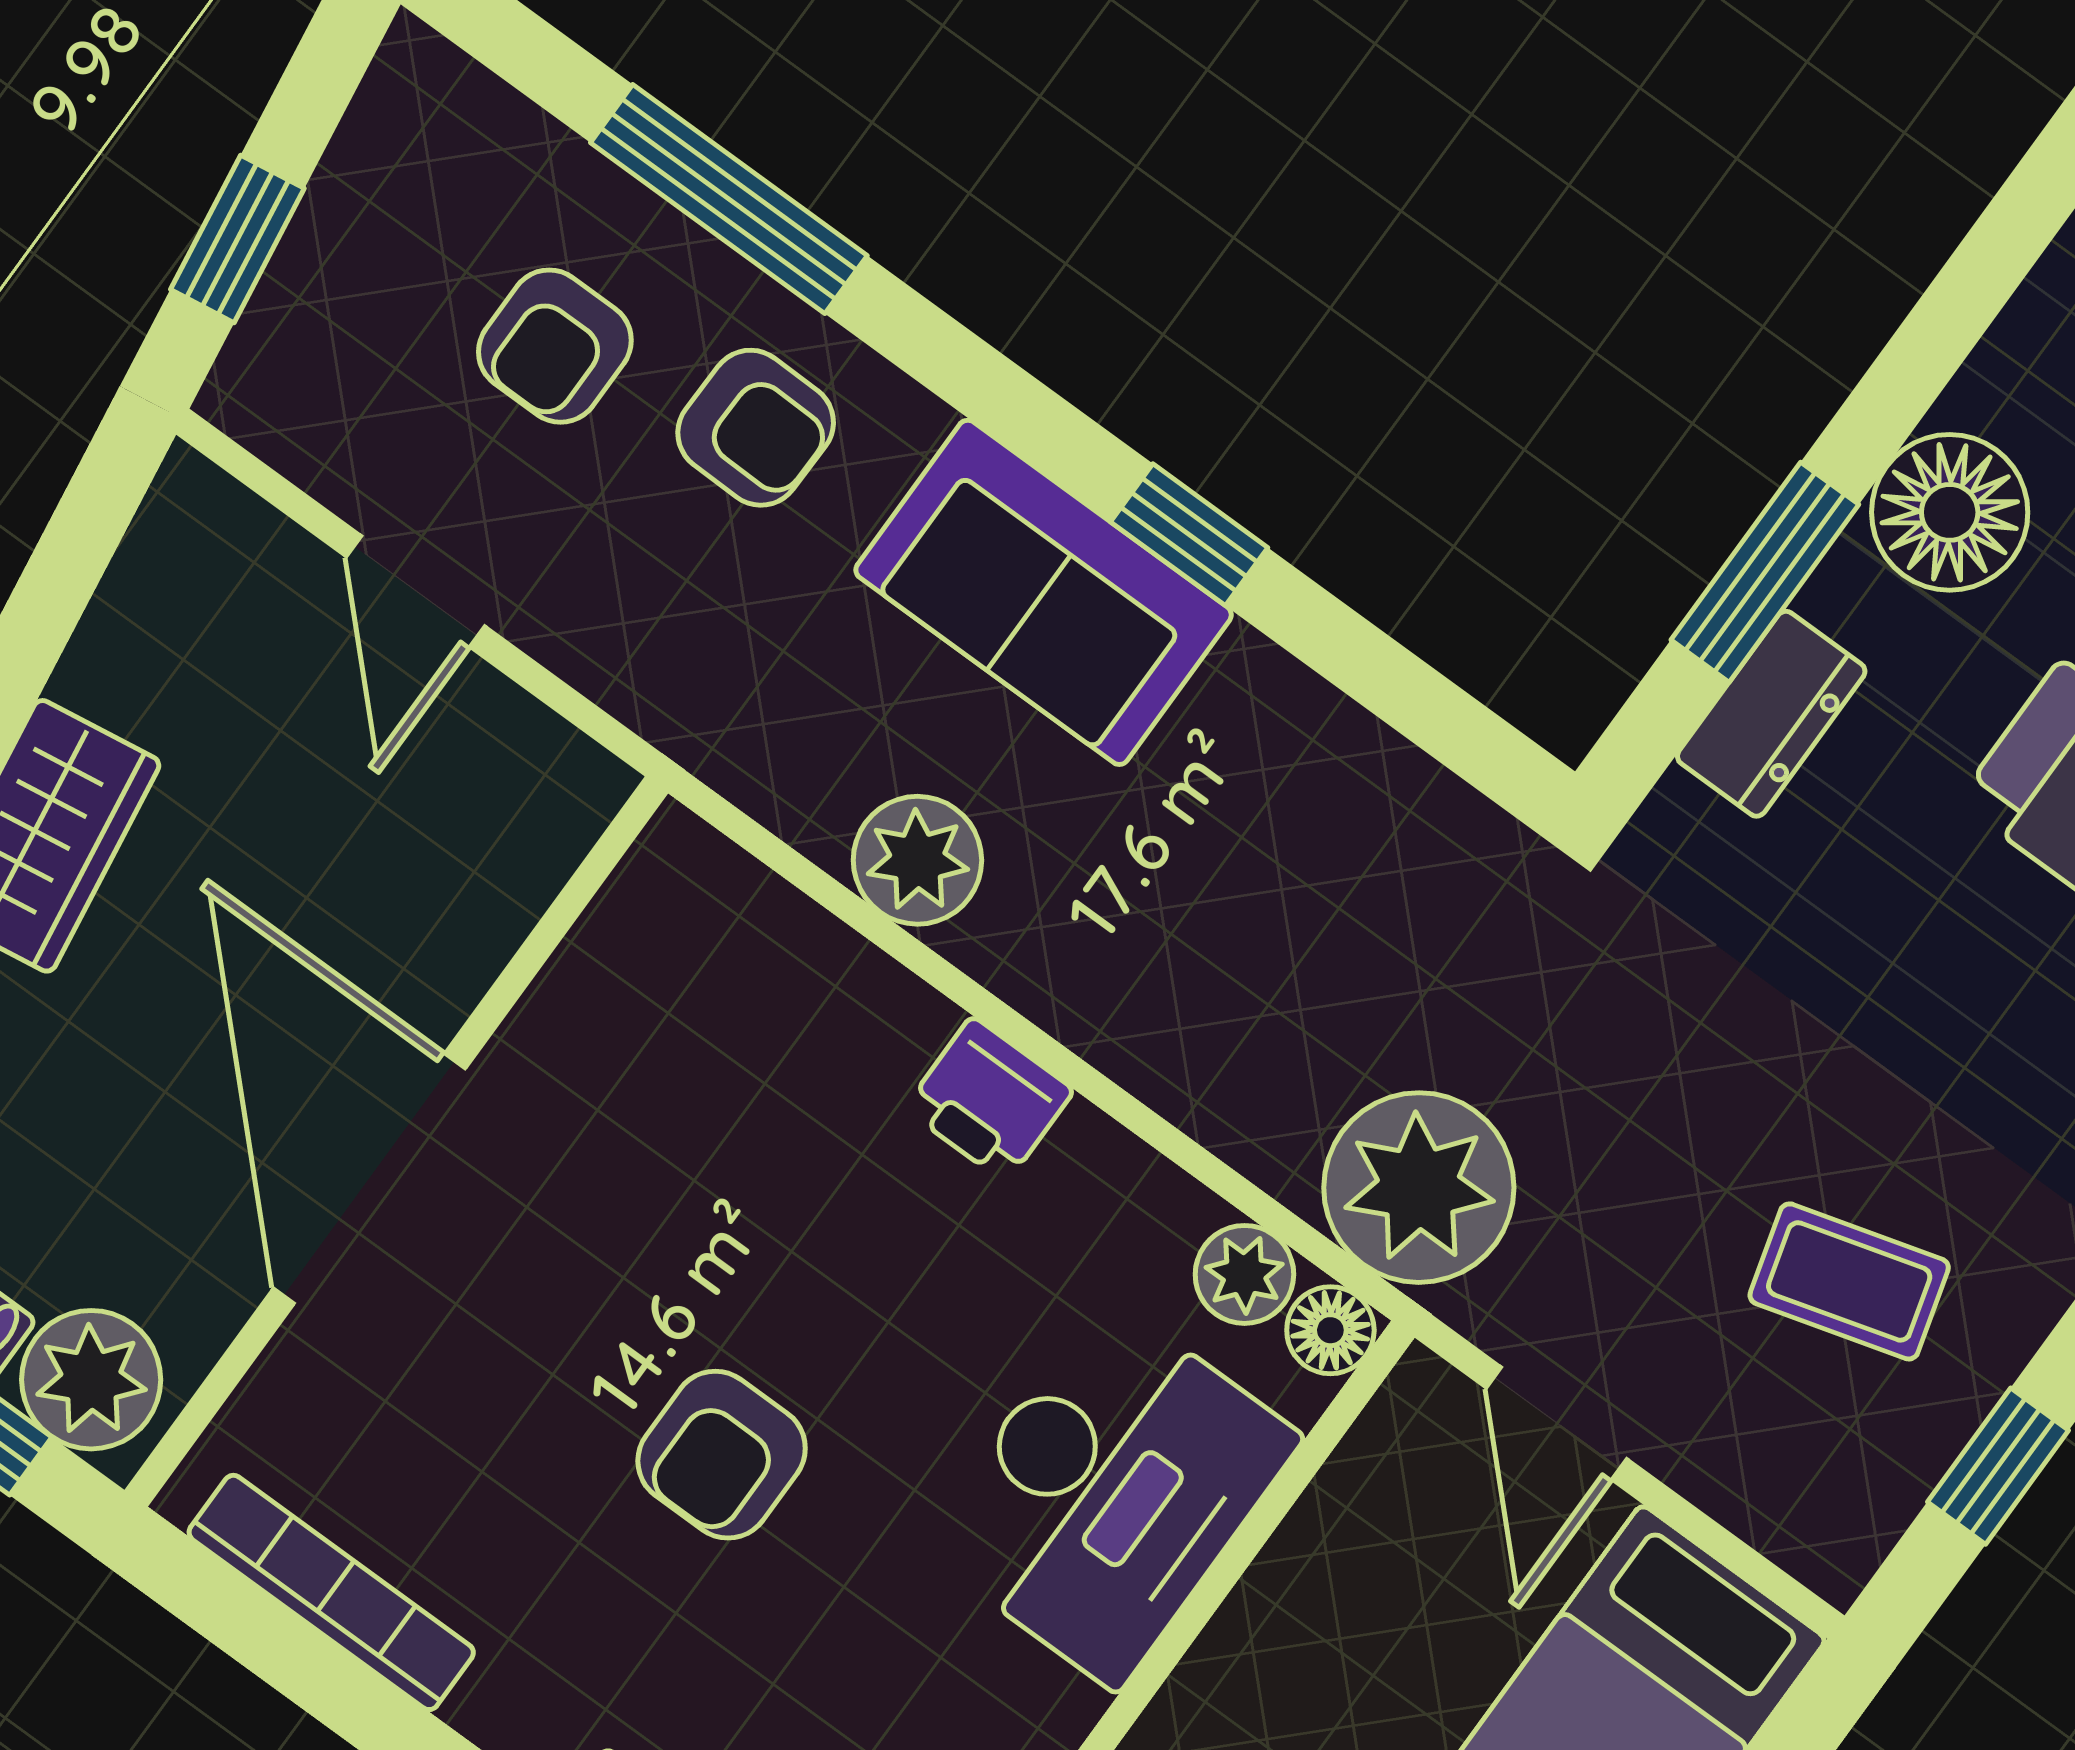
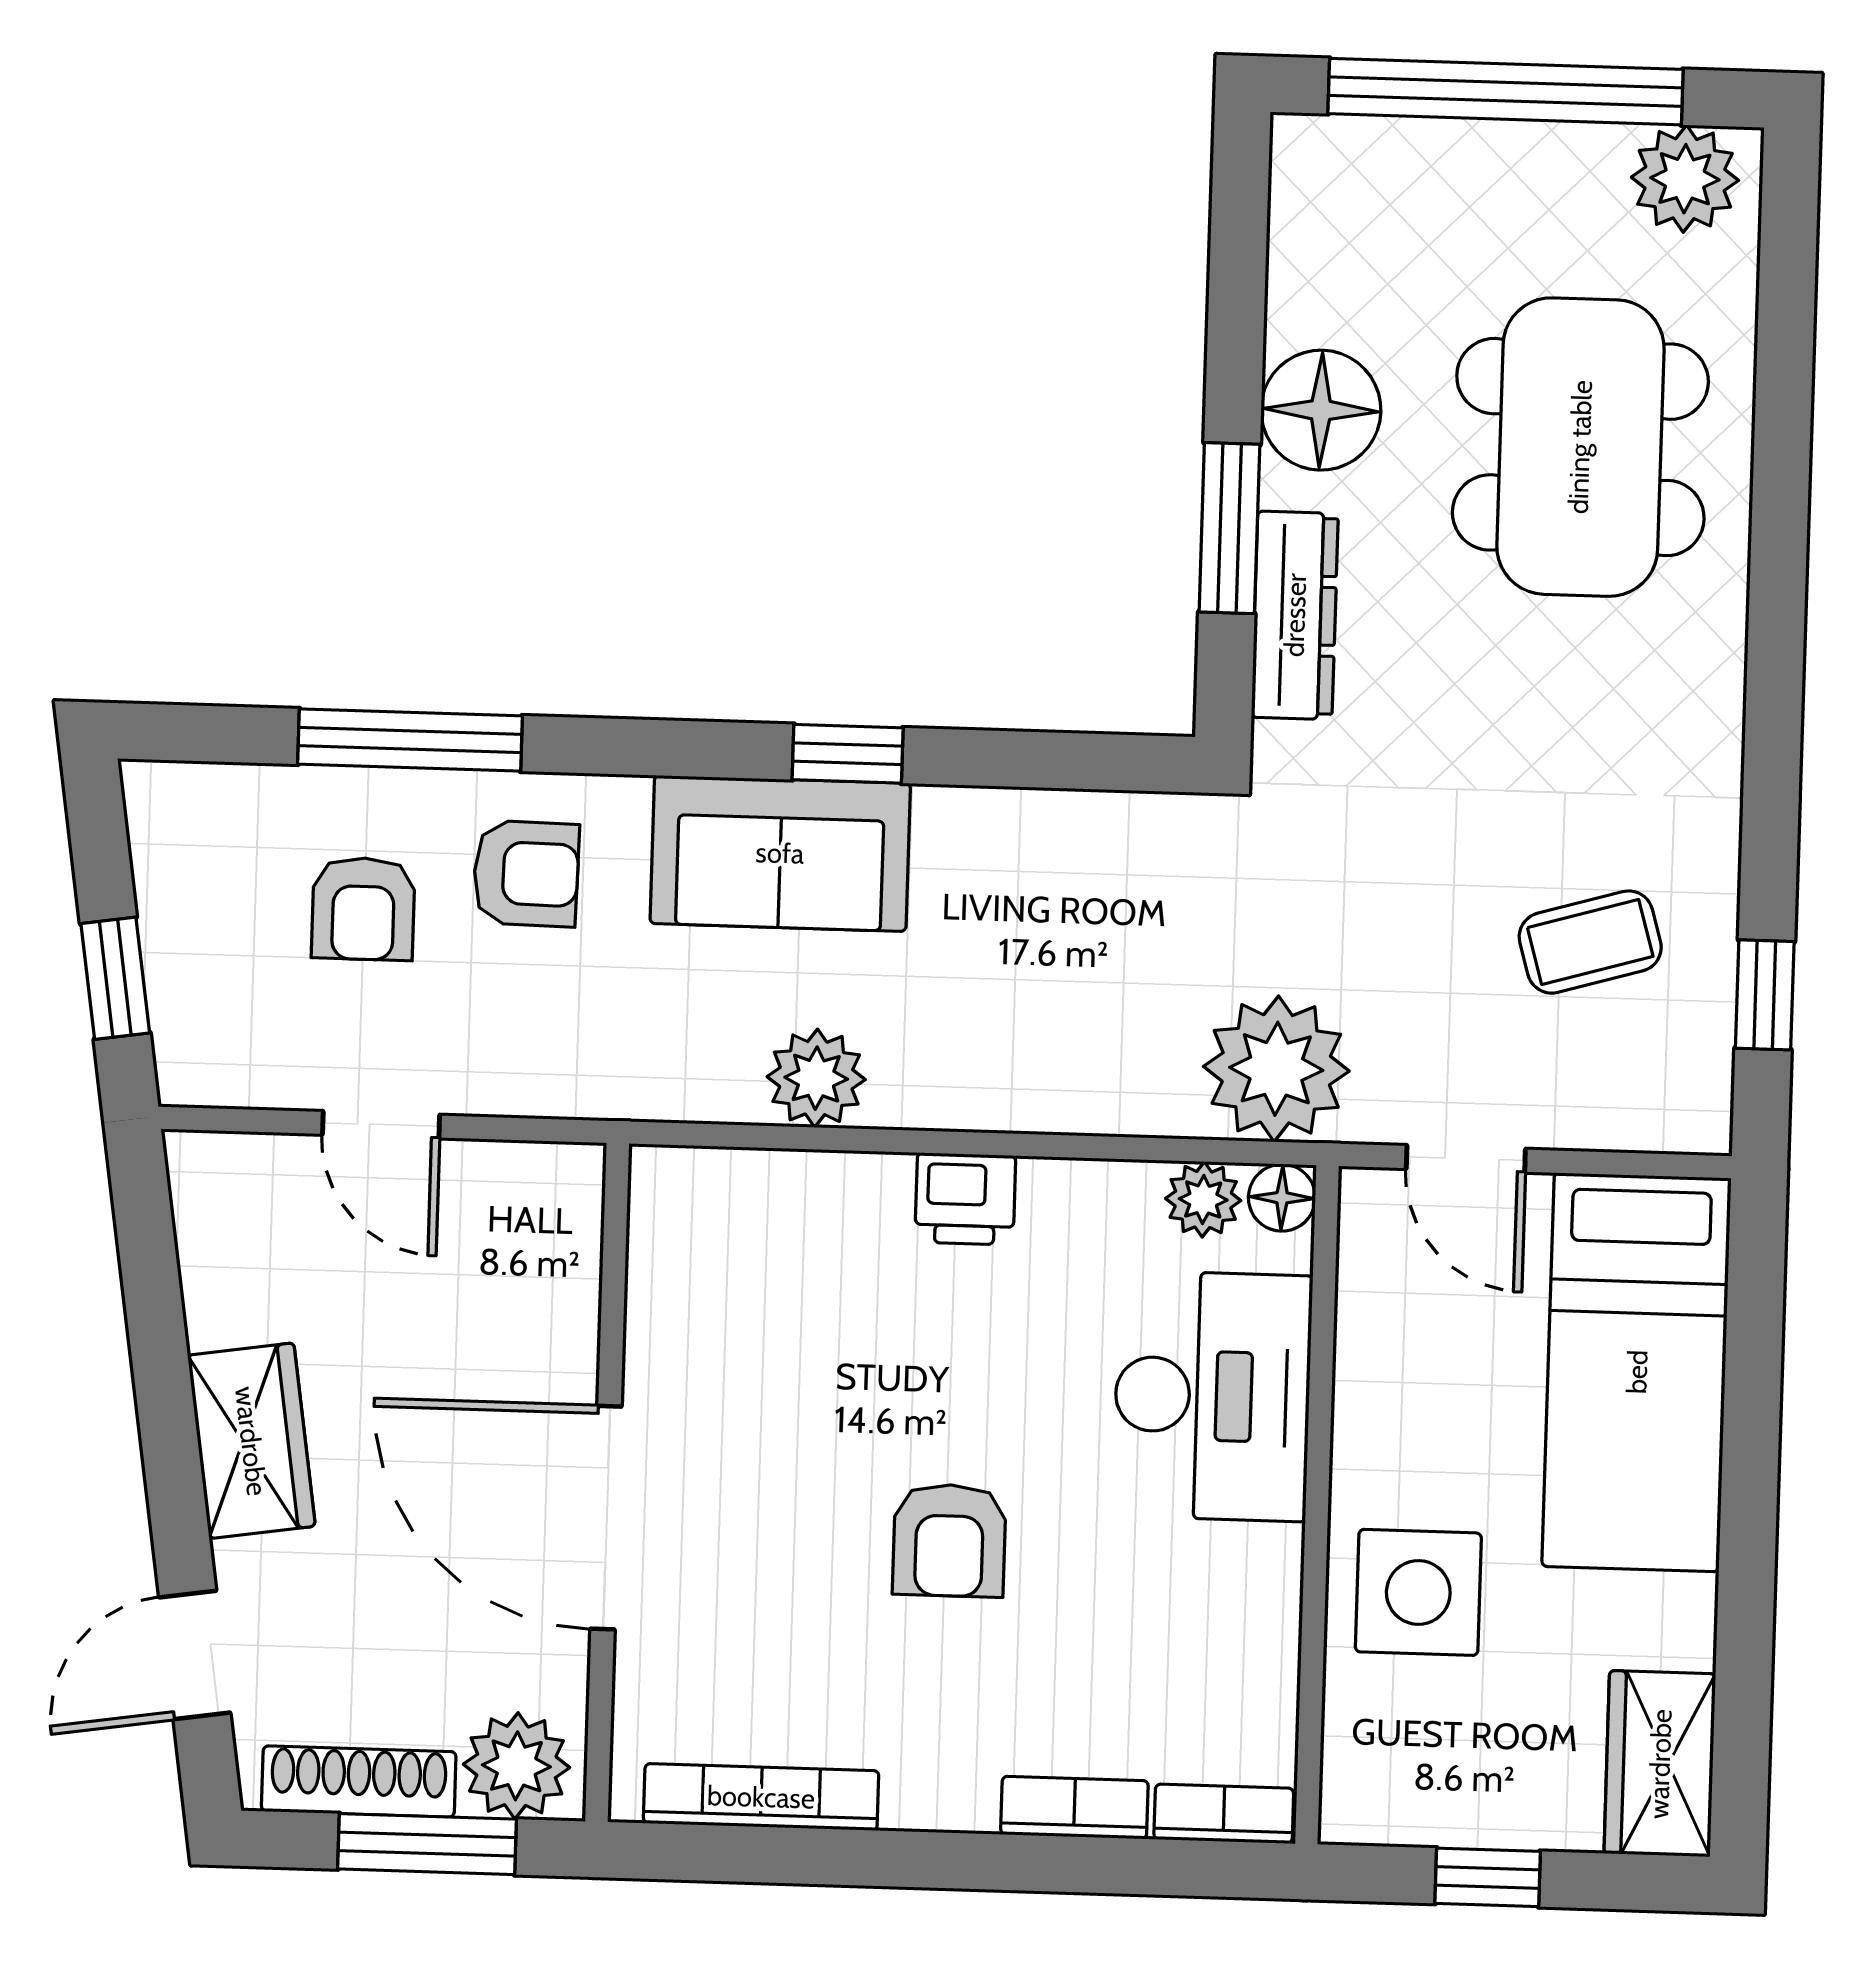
dresser: (1771, 714) -> (1295, 615), width x1.44

